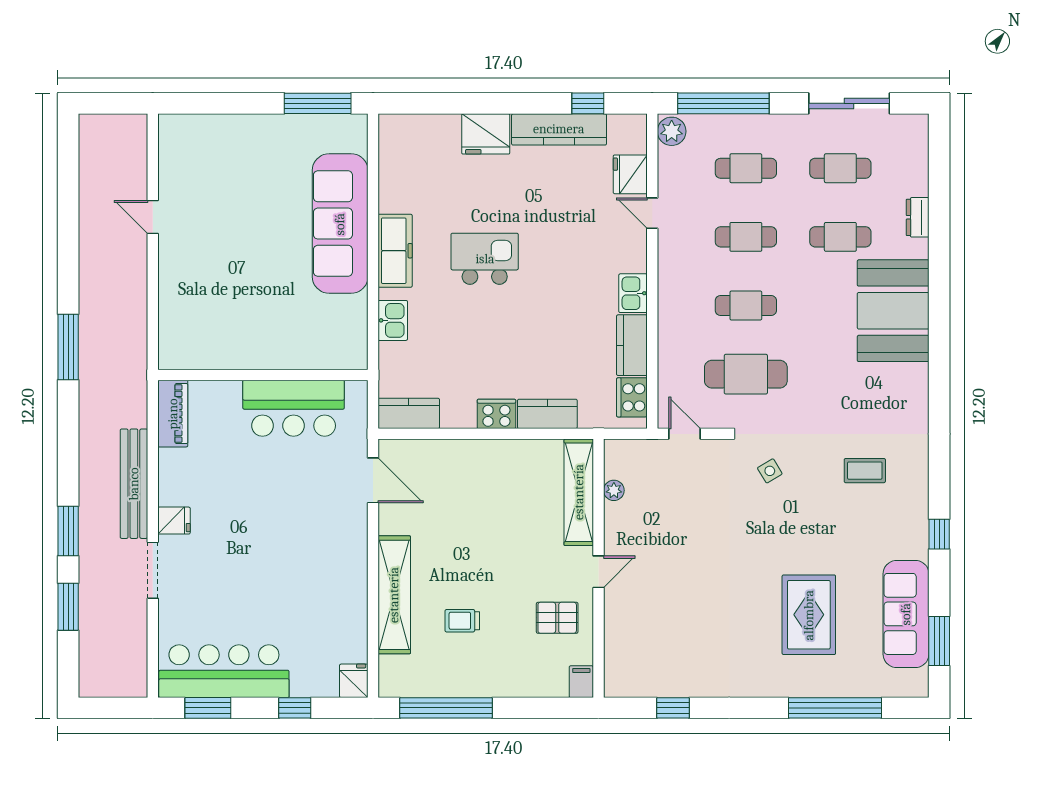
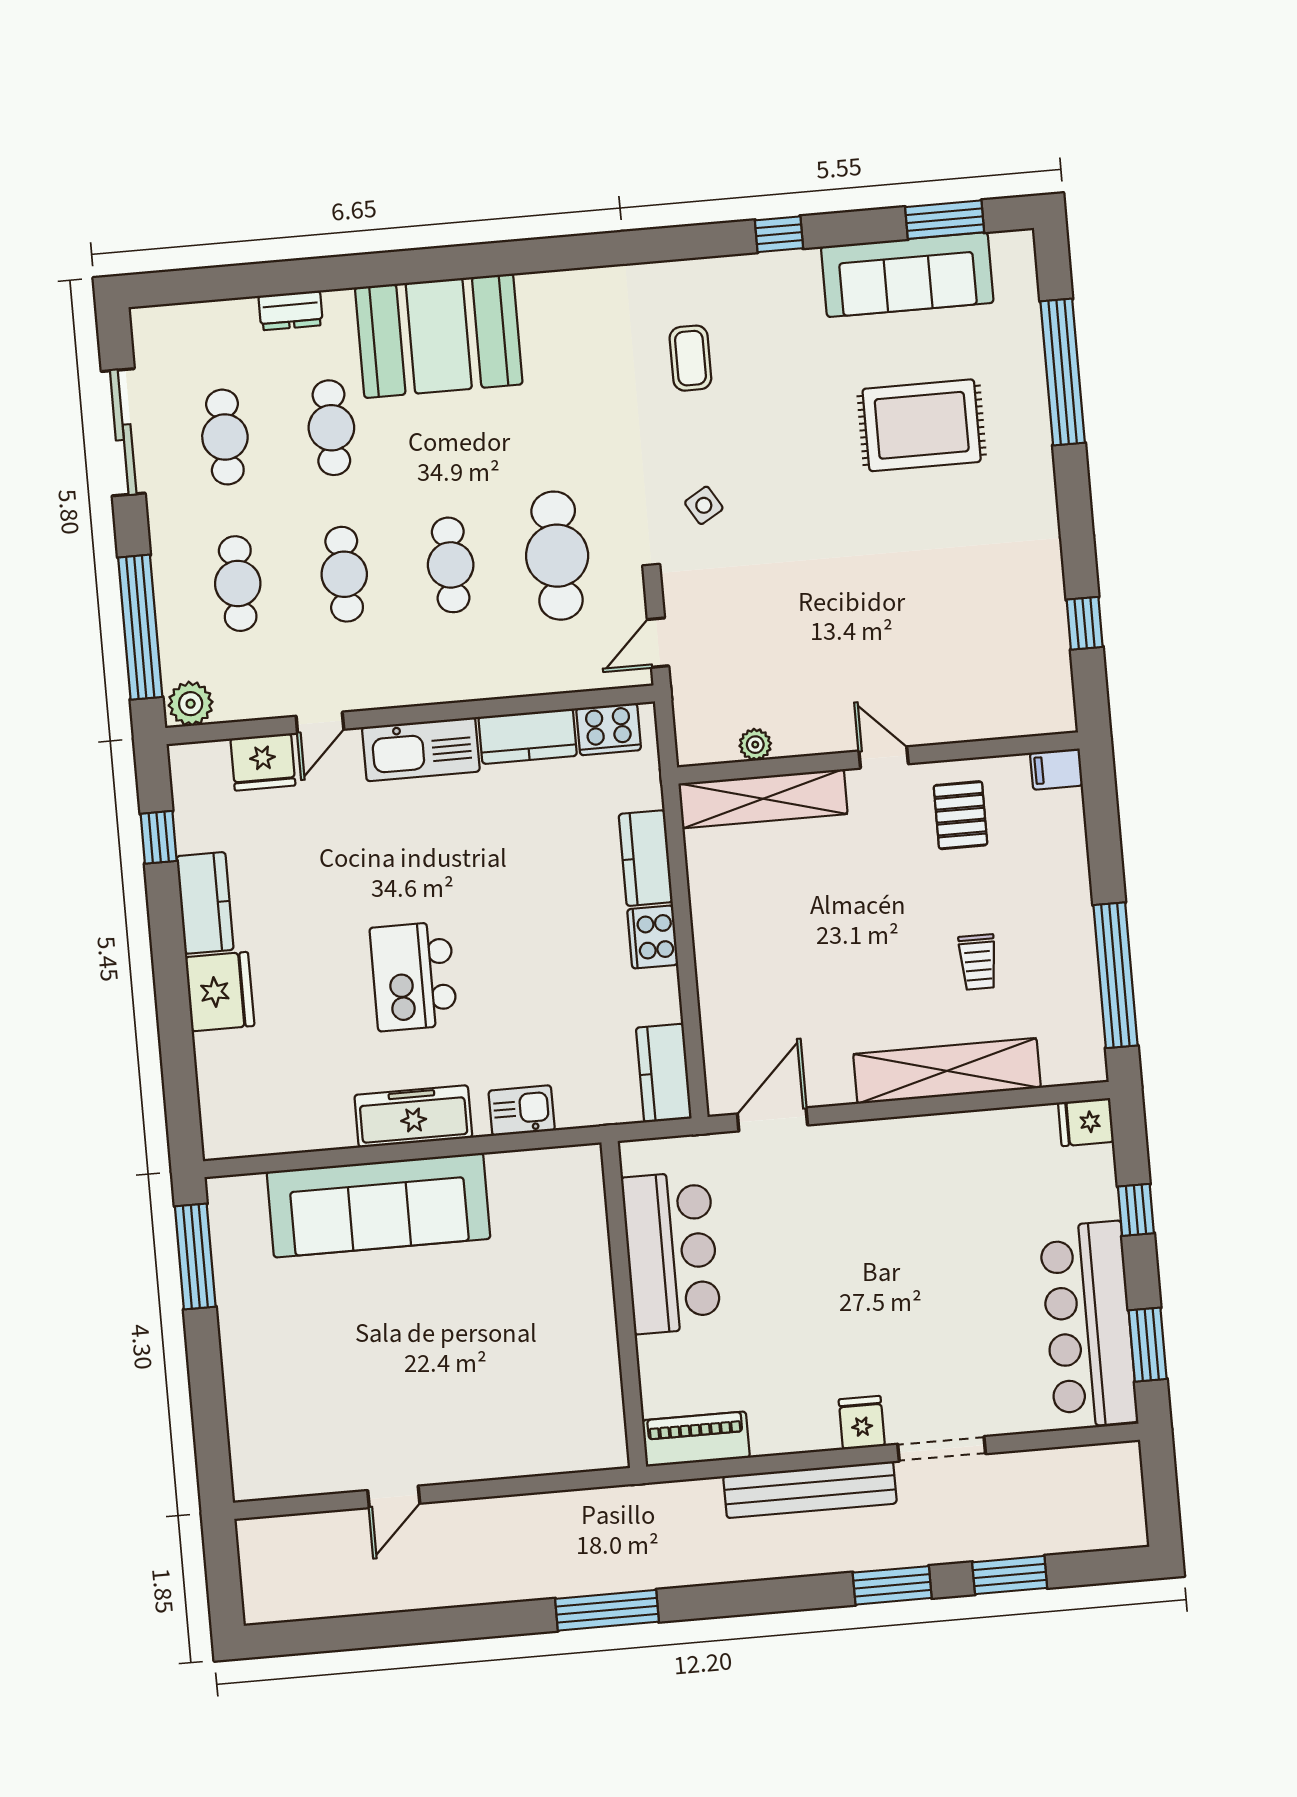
kitchen counter: (559, 129) -> (205, 903), width x0.67
kitchen sink: (633, 293) -> (421, 749), width x1.88, depth x1.24

